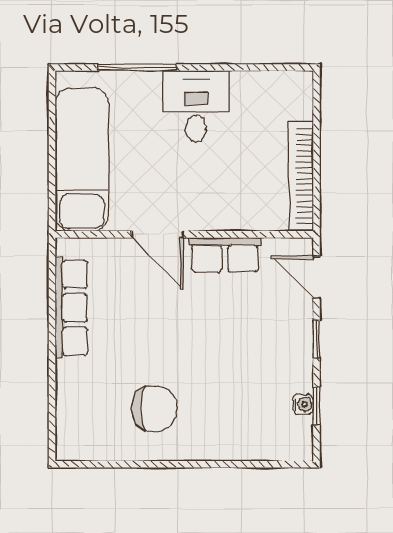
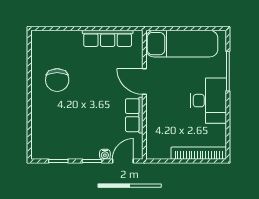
desk: (196, 106) -> (208, 101), width x1.37
bookcase: (301, 176) -> (199, 153), moved
door: (158, 234) -> (144, 81), hinge flipped
water cooler: (303, 404) -> (105, 154), moved

